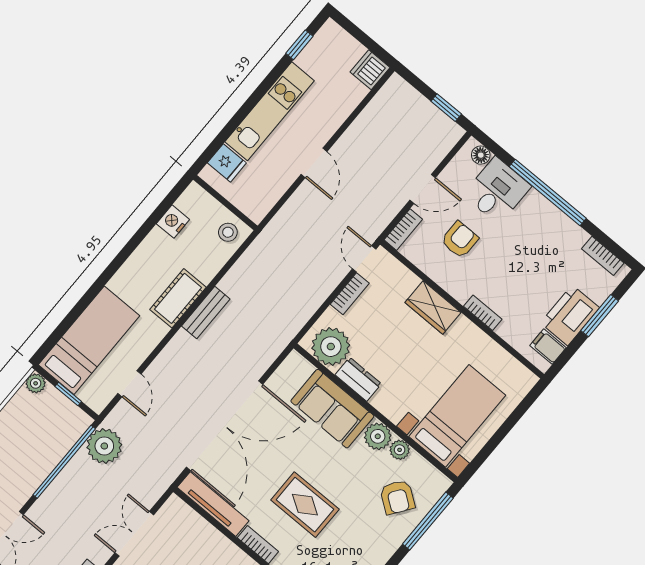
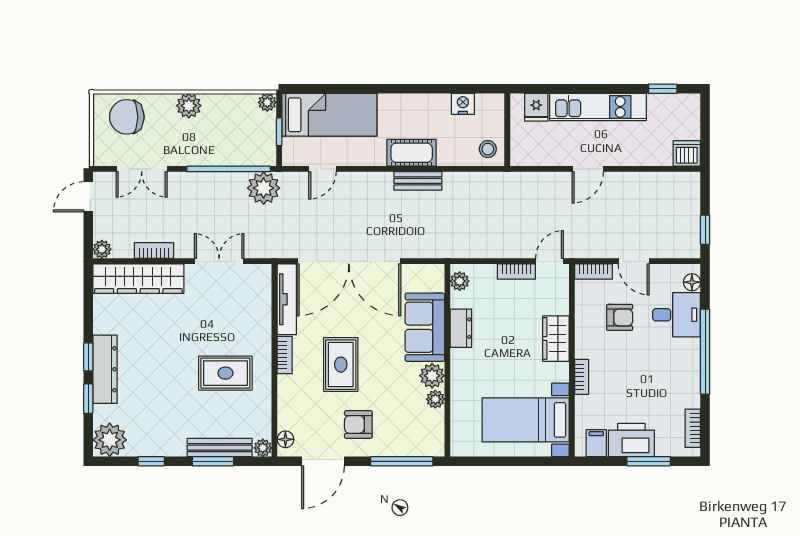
plant: (331, 347) -> (460, 281), width x0.53, depth x0.53
bed with nightstands: (457, 416) -> (526, 420), moved, turned 180
armchair: (397, 497) -> (358, 424), moved, turned 54

